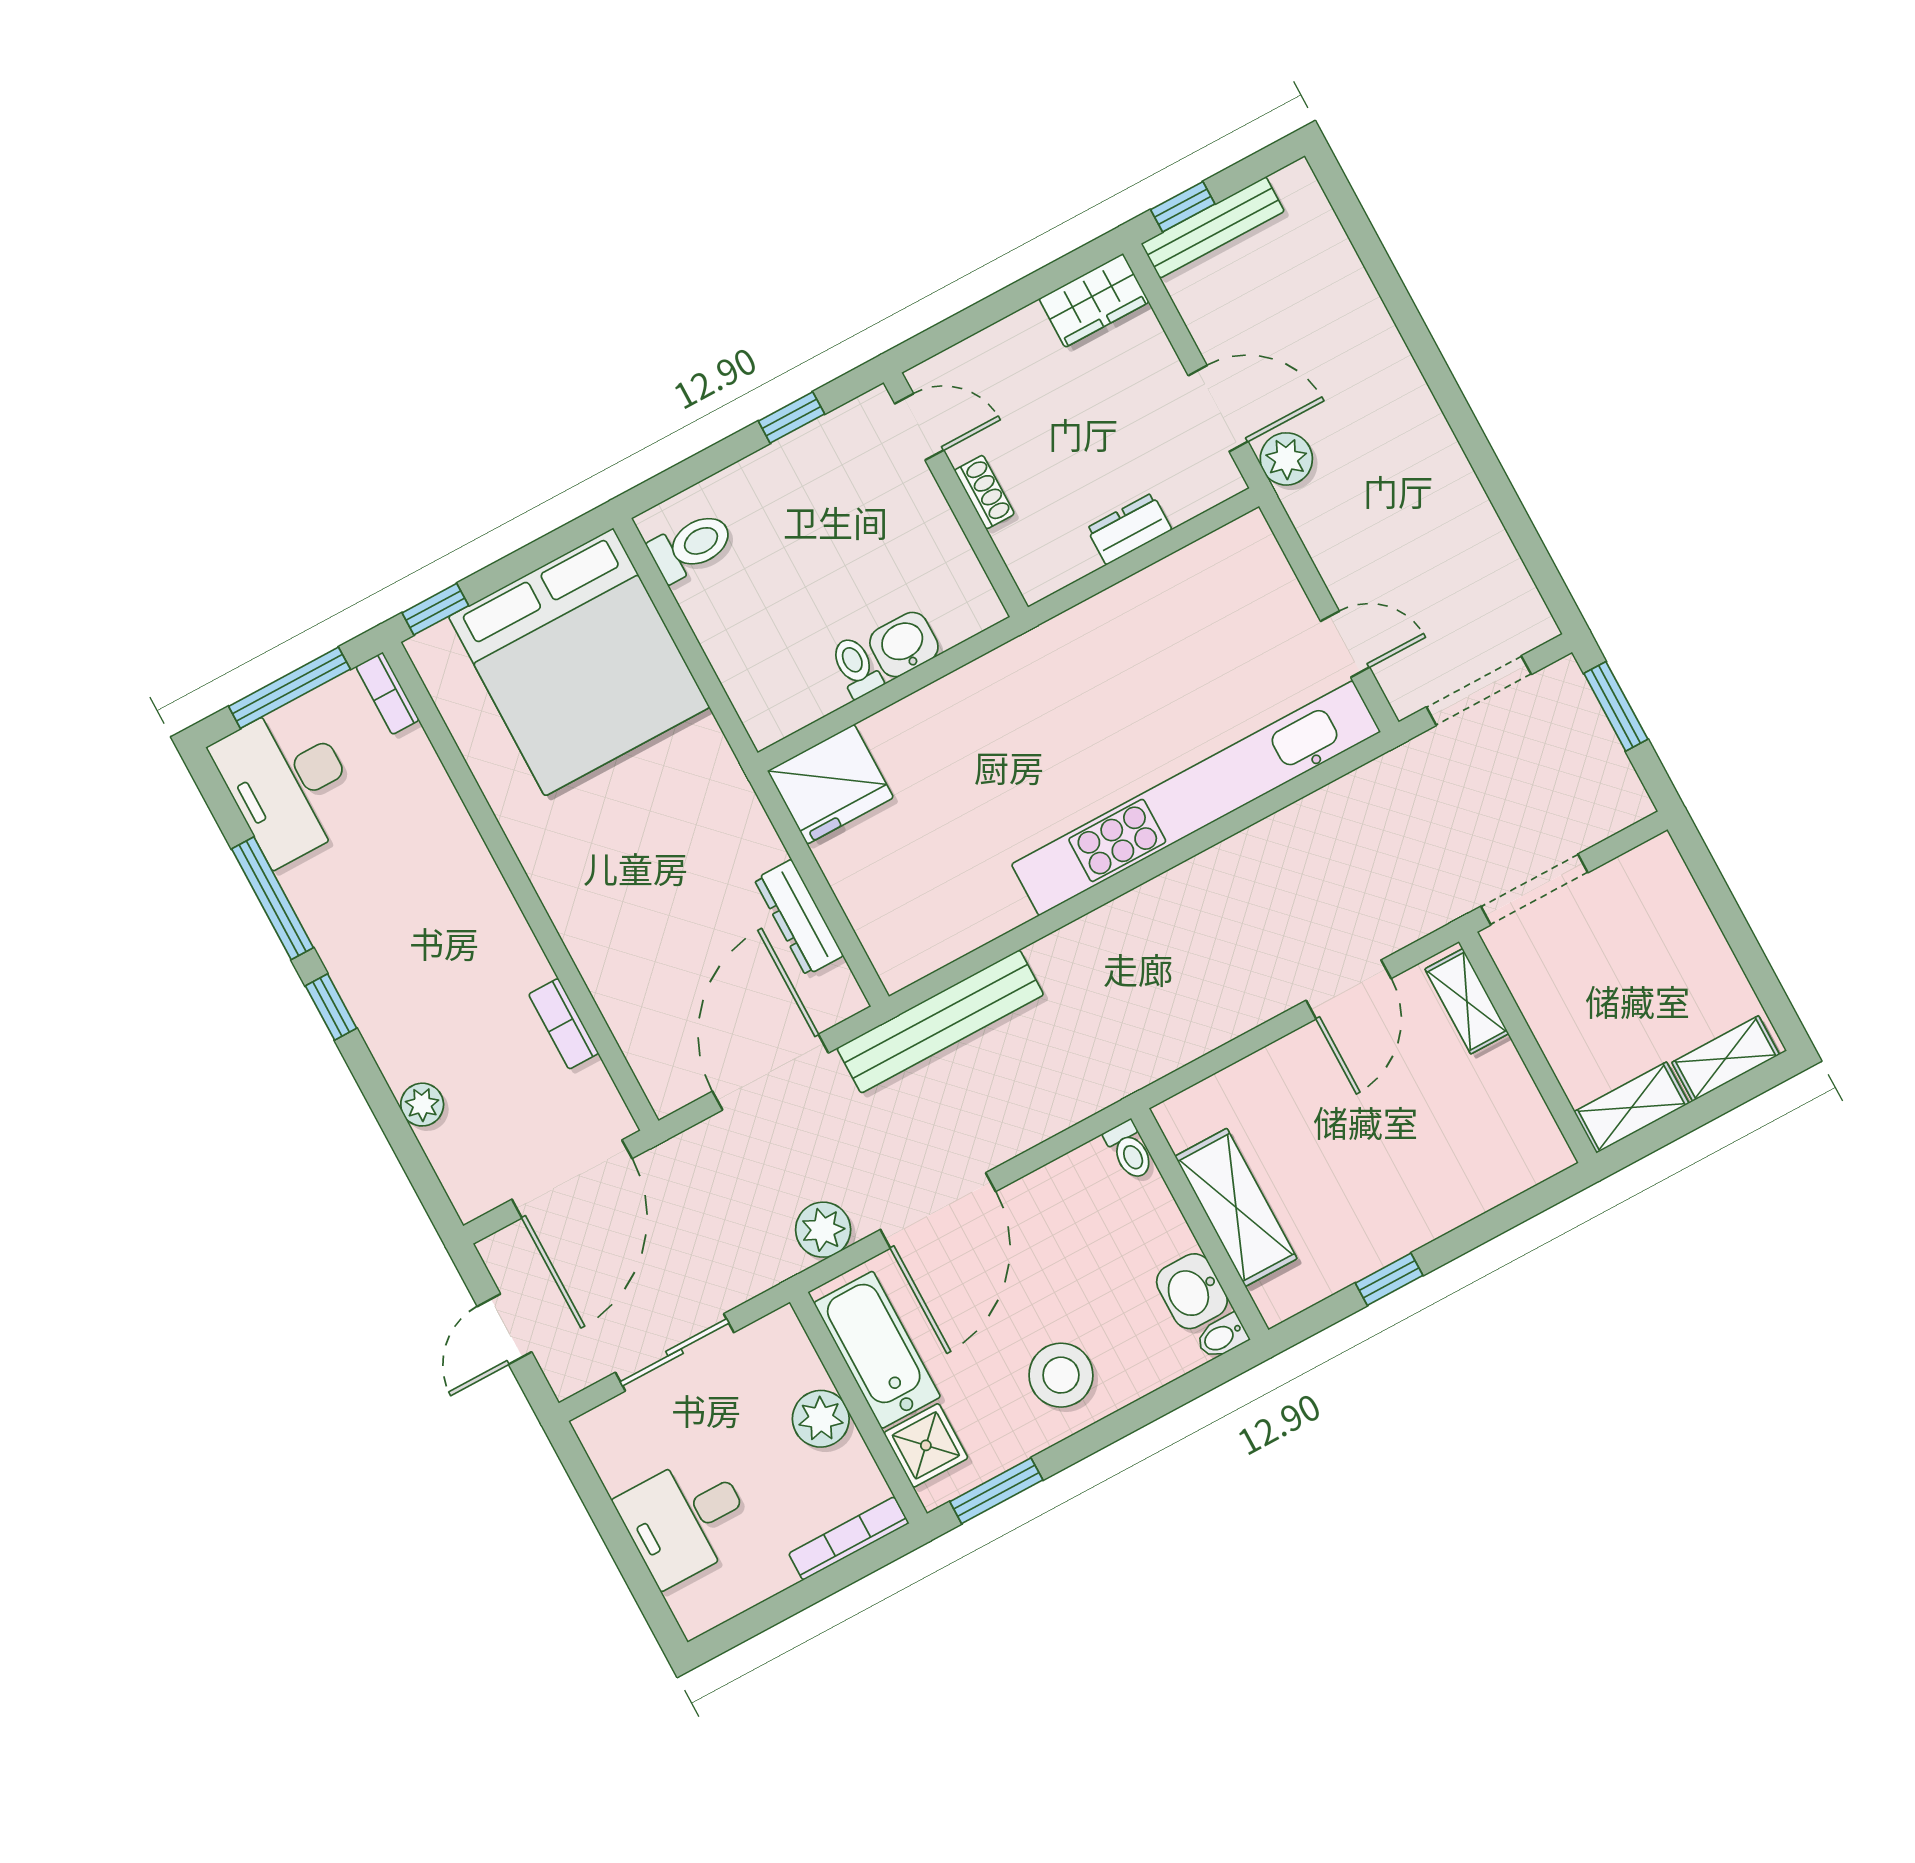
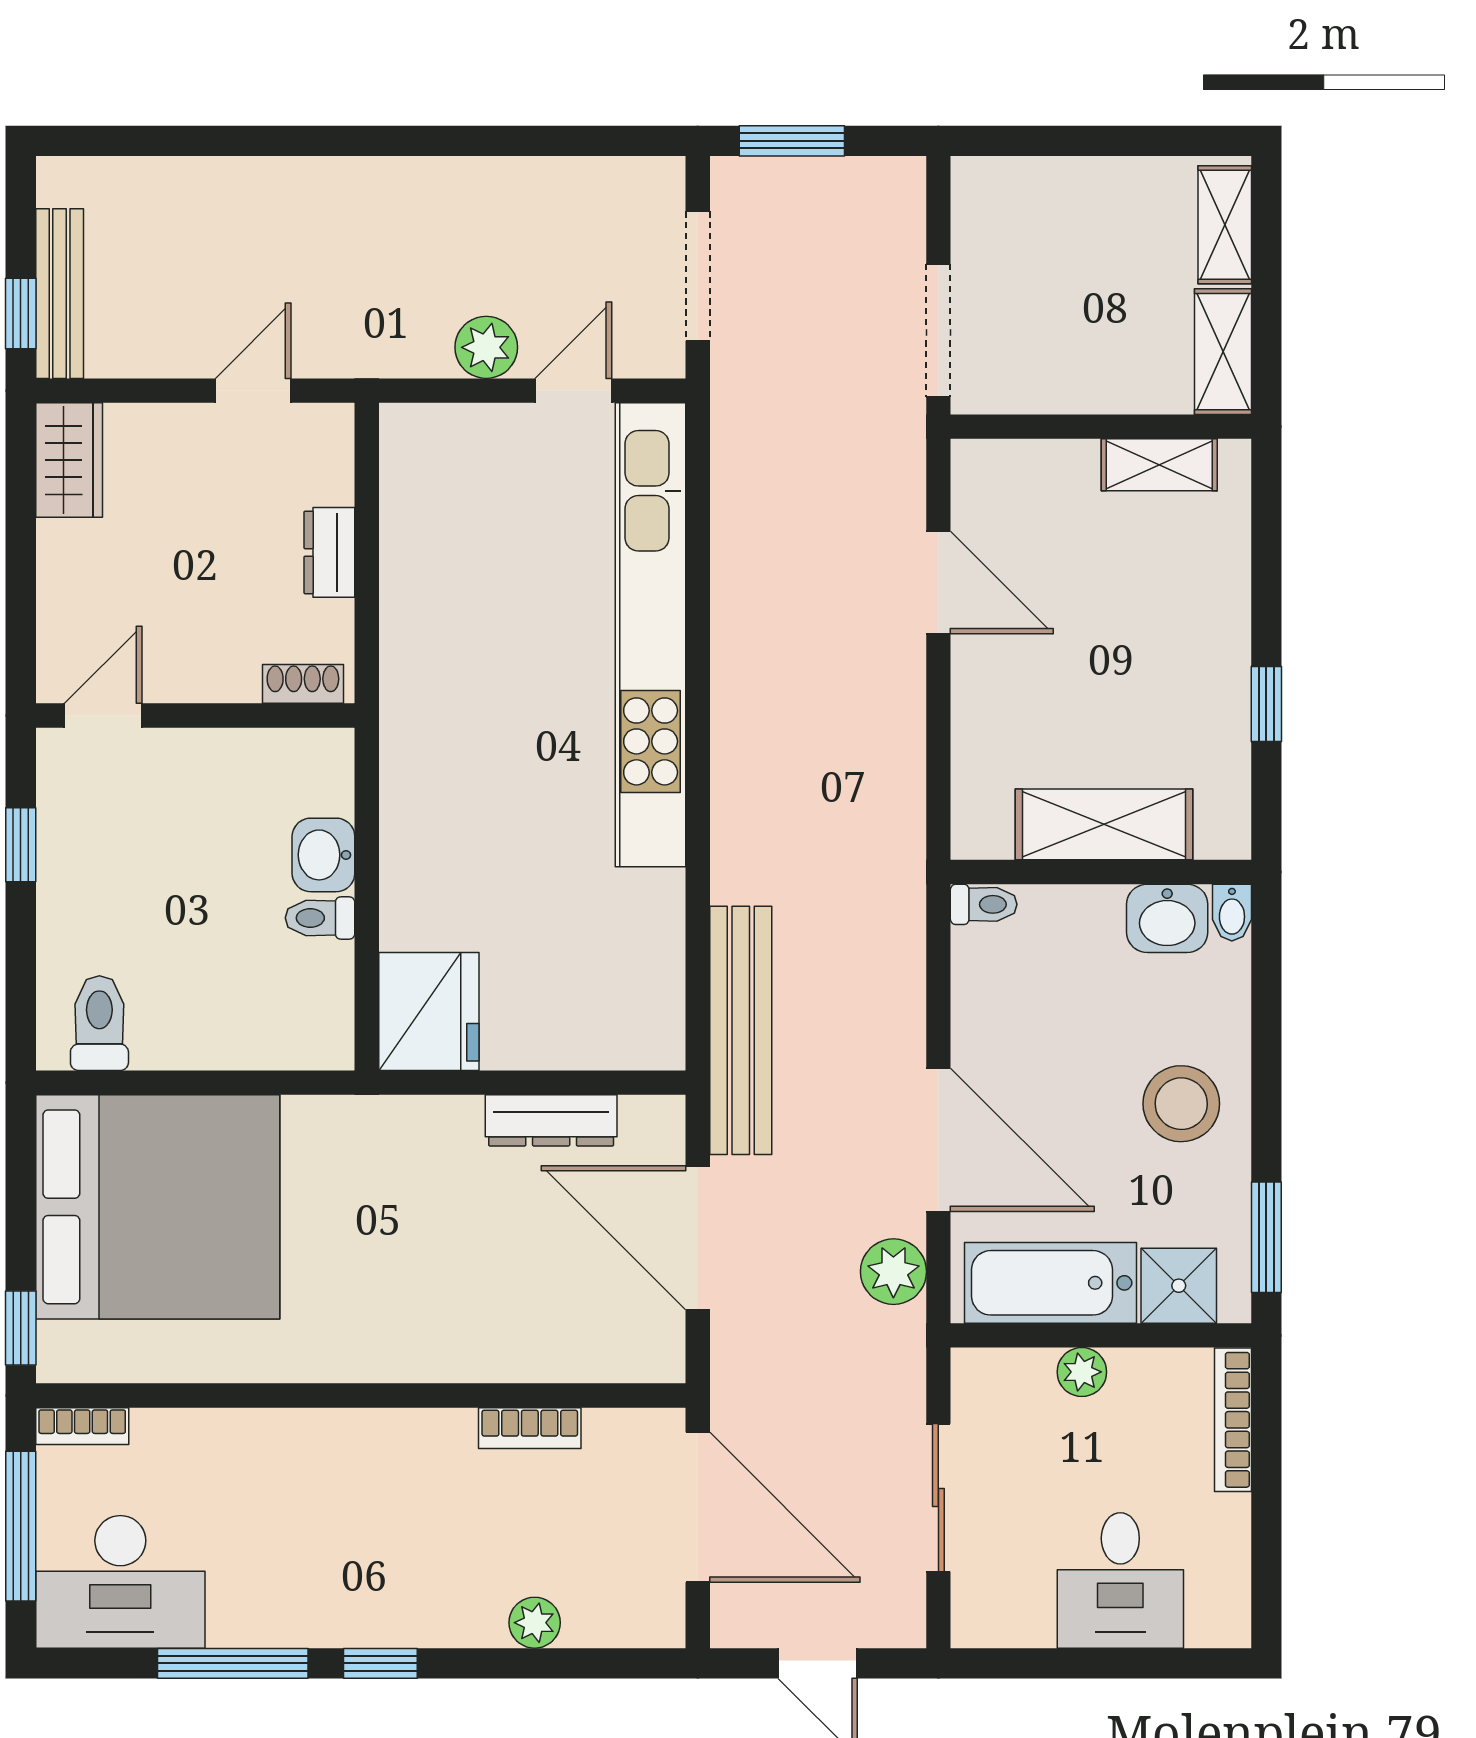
door: (1218, 408) -> (253, 391), width x0.73
plant: (1286, 459) -> (486, 347), moved
shoe rack: (984, 492) -> (303, 684), moved
shelving: (1467, 1001) -> (1159, 465), moved
plant: (821, 1419) -> (1082, 1372), width x0.73, depth x0.73

